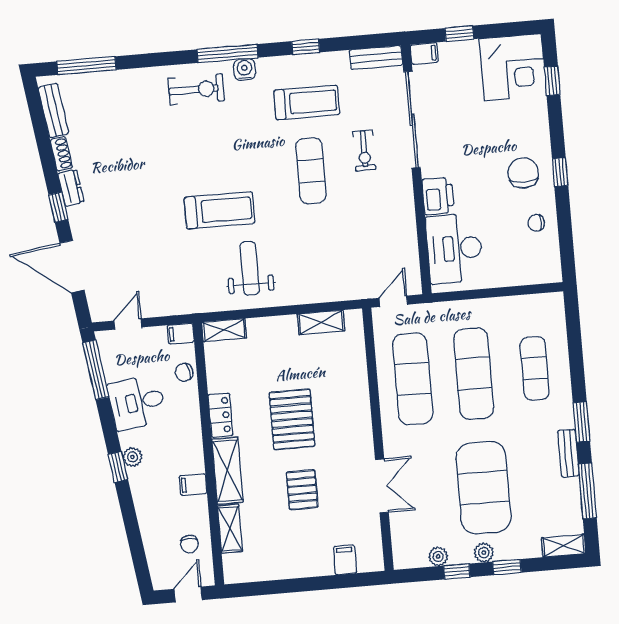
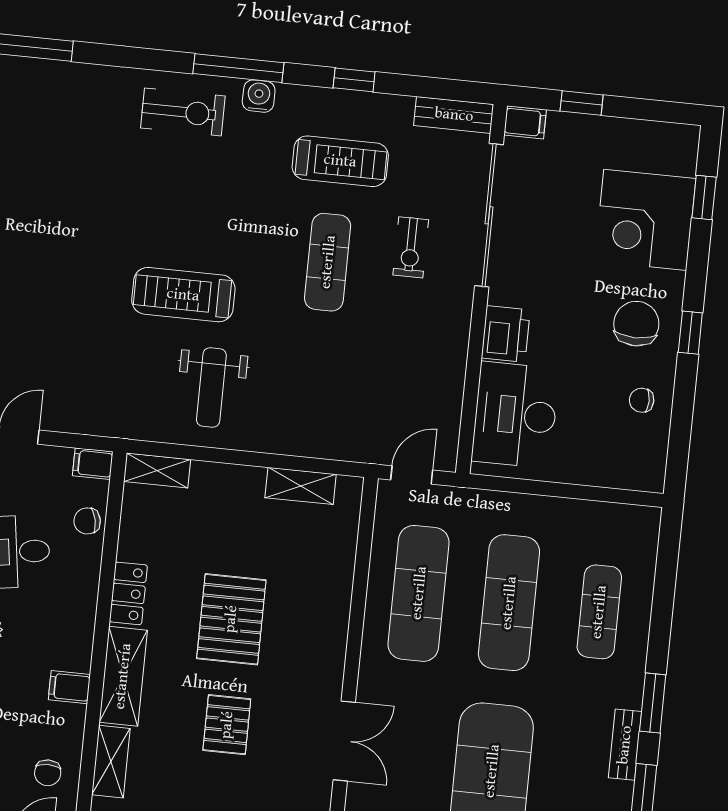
corner desk: (513, 67) -> (645, 220), moved, turned 90
treadmill: (220, 210) -> (183, 295), turned 180
weight bench: (250, 268) -> (211, 388), turned 180

